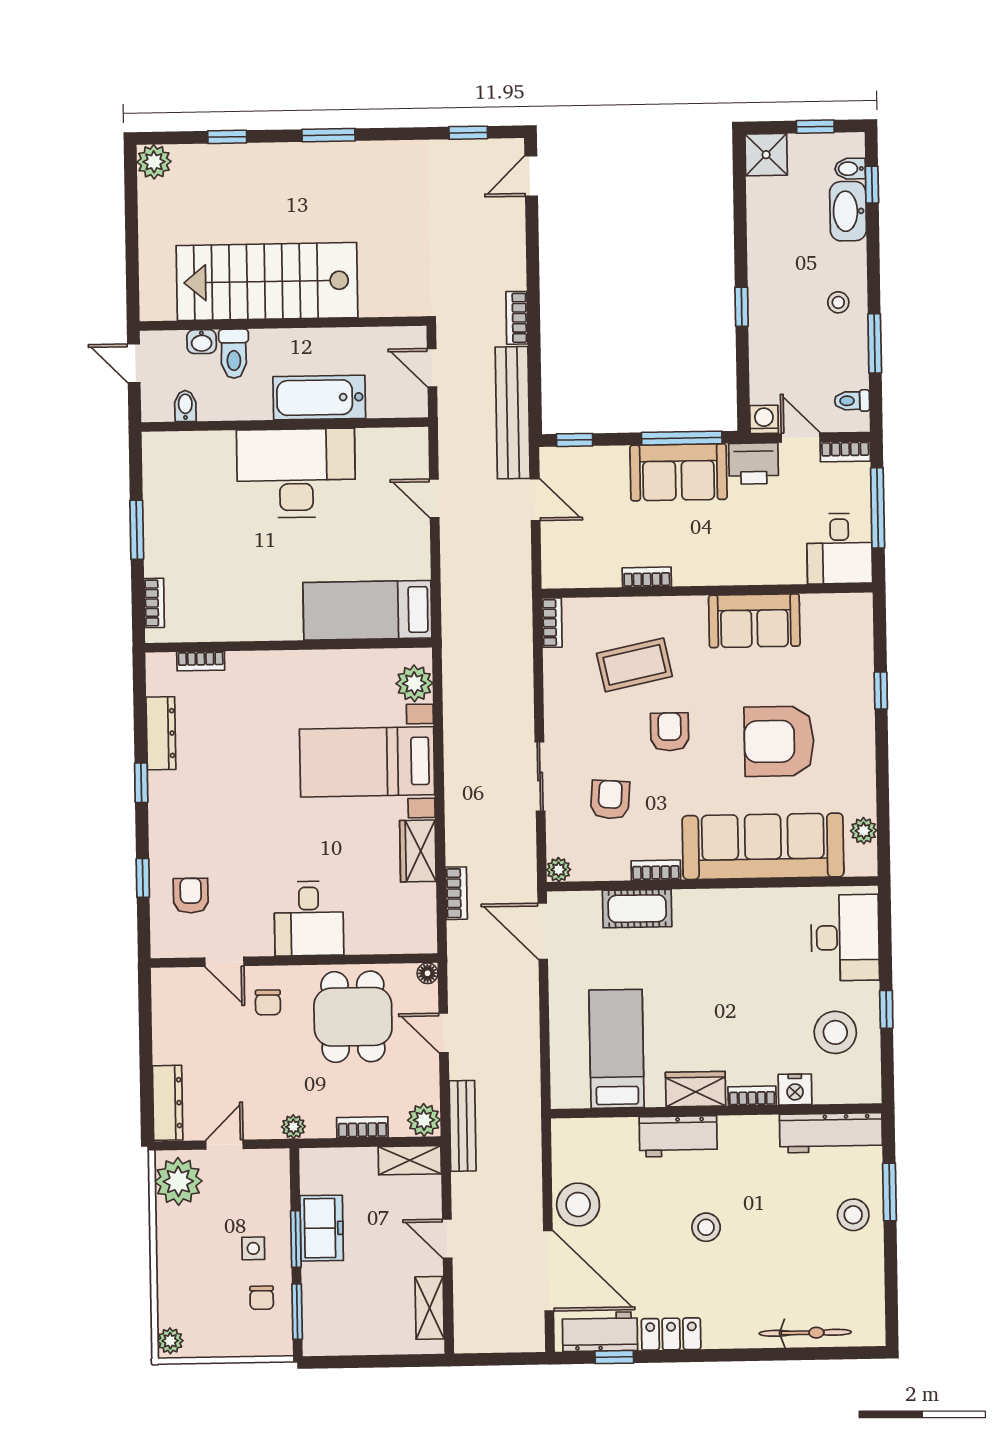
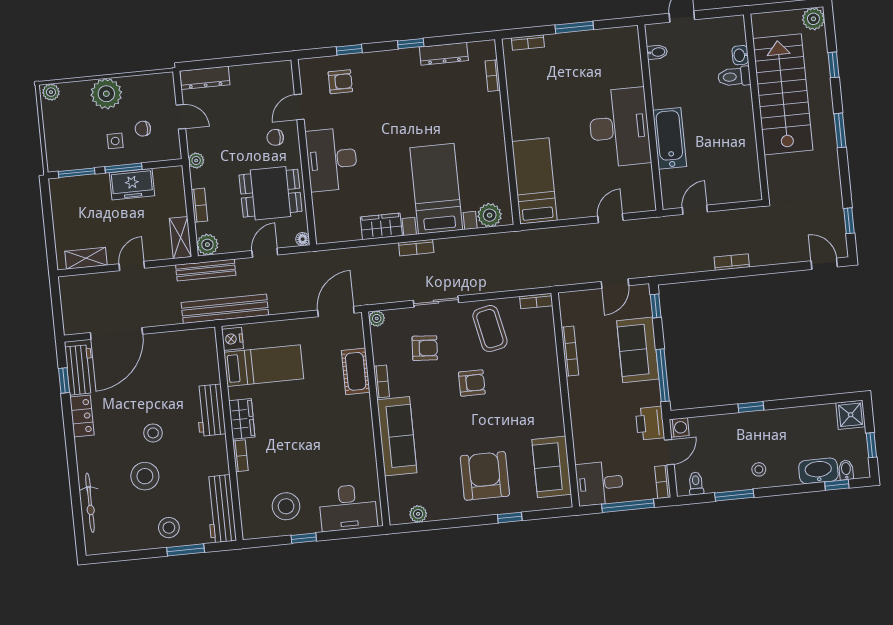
stairs: (267, 282) -> (783, 94), moved
wall: (283, 324) -> (756, 107), moved
washbasin: (202, 342) -> (740, 55), moved
toilet: (234, 354) -> (734, 77), moved
bench: (513, 413) -> (225, 309), moved
sofa: (678, 472) -> (638, 350), moved
bookcase: (647, 577) -> (570, 351), width x1.56
sofa: (754, 621) -> (552, 467), moved
coffee table: (634, 665) -> (490, 329), moved
armchair: (779, 741) -> (485, 476), moved
sofa: (763, 846) -> (397, 436), width x0.74, depth x0.79
bookcase: (456, 893) -> (416, 248), moved
desk: (309, 918) -> (332, 159), width x1.37
nightstand: (795, 1089) -> (233, 339), moved
plant: (178, 1181) -> (106, 94), moved
stool: (578, 1205) -> (145, 476), moved
chair: (262, 1298) -> (143, 129), moved

